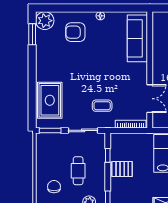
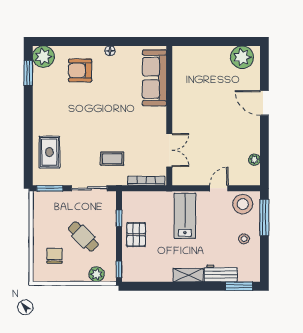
rug: (50, 100) -> (49, 152), width x0.73, depth x0.70
pallet: (122, 169) -> (136, 235), turned 90
cafe table: (78, 171) -> (83, 237), turned -45

